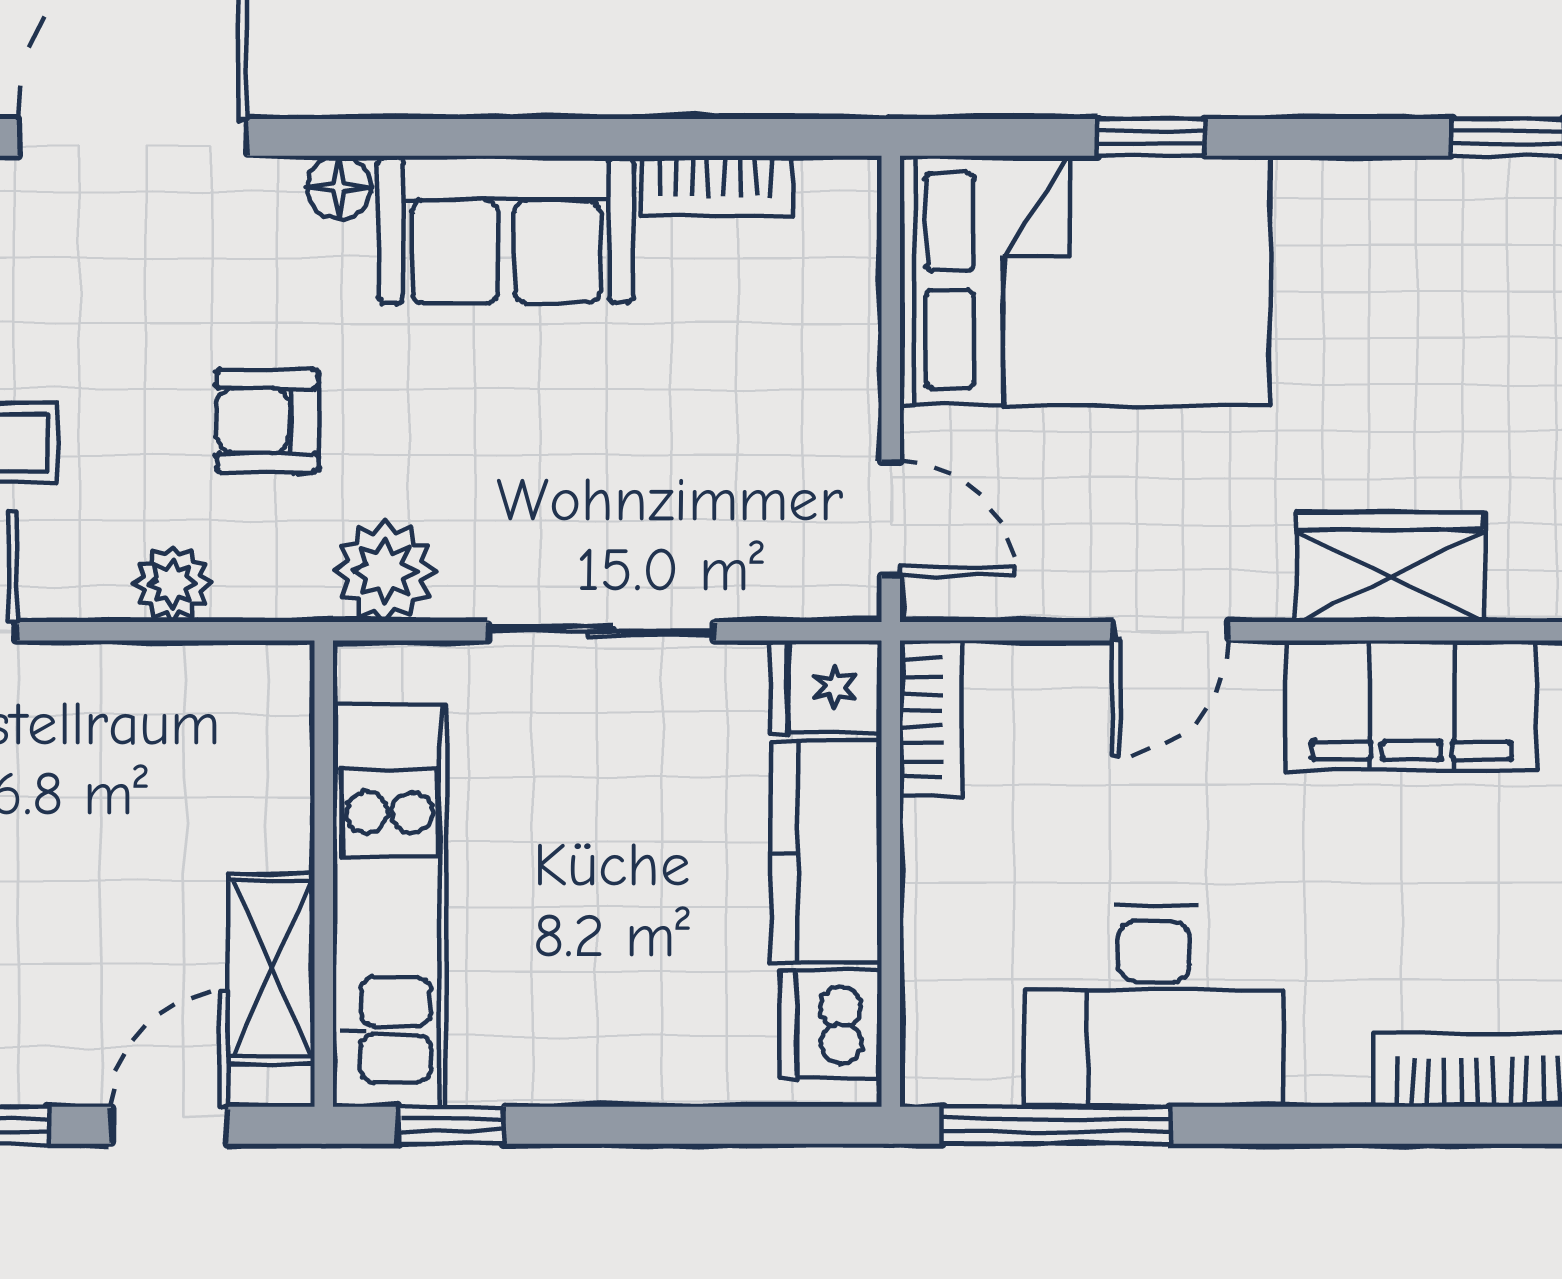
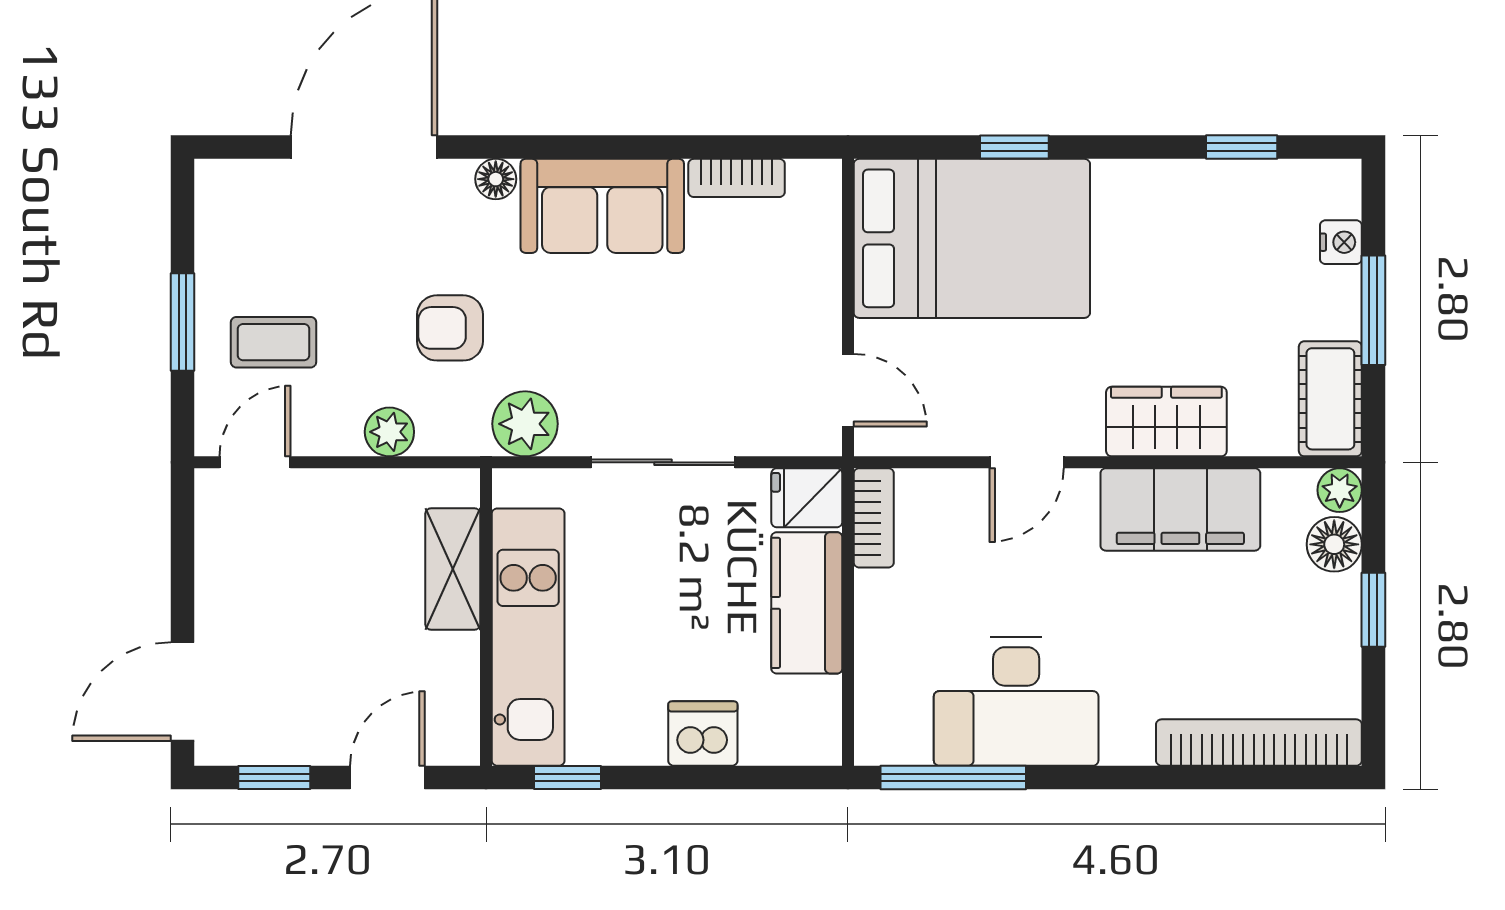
shelving: (272, 969) -> (453, 569), moved
dishwasher: (831, 1024) -> (703, 734), moved, turned 90

